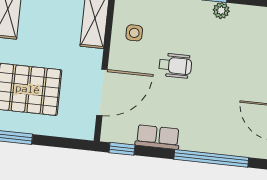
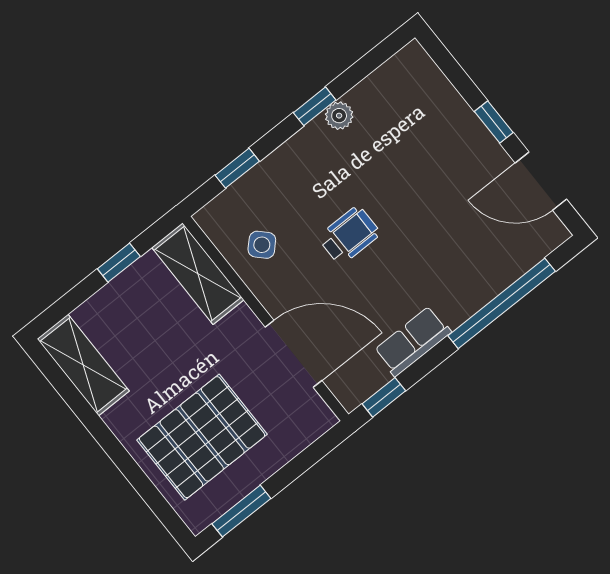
side table: (134, 33) -> (262, 245), turned 45
door: (102, 92) -> (293, 354), hinge flipped

